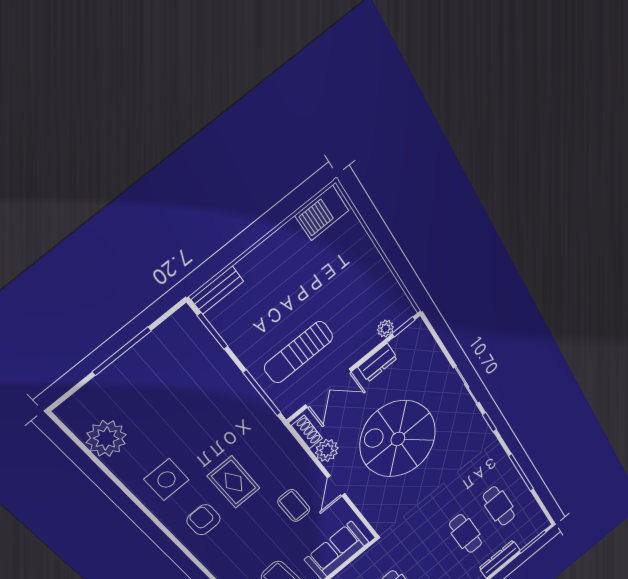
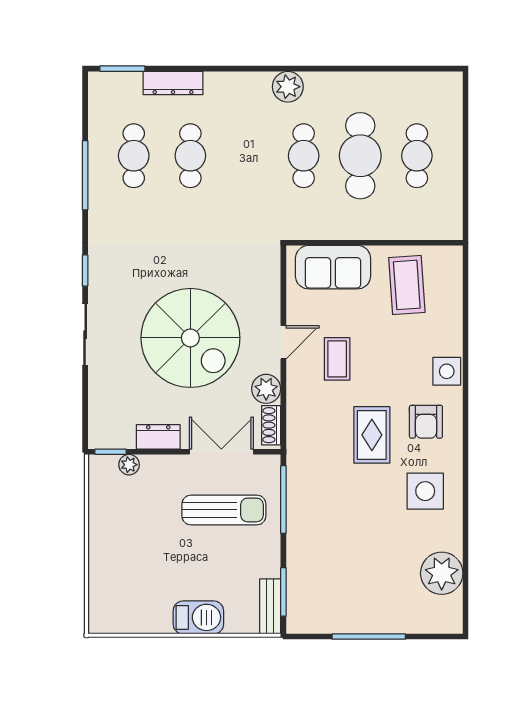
barbecue: (322, 213) -> (198, 617), moved
bench: (217, 290) -> (270, 606), moved, turned 90
side table: (215, 558) -> (447, 371), added

